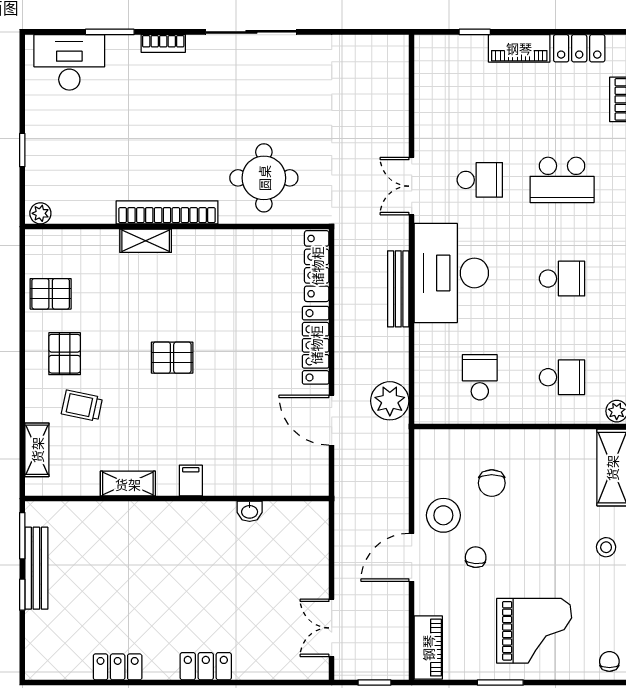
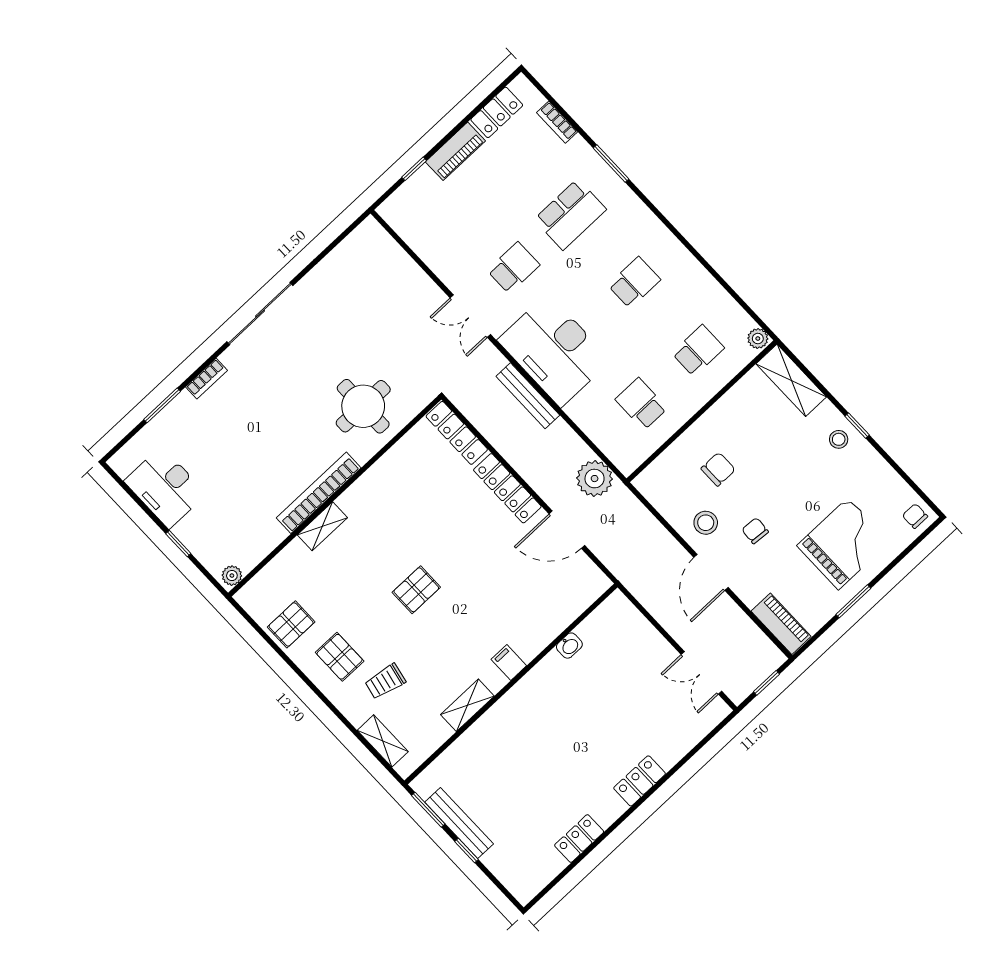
desk: (69, 62) -> (165, 488), moved, turned -90
chair: (492, 483) -> (718, 469), turned -90
stool: (443, 515) -> (706, 523), width x0.73, depth x0.73

